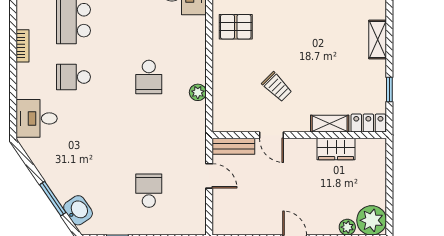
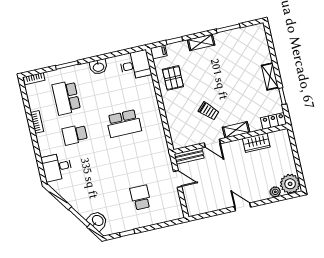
pallet: (236, 27) -> (173, 78), turned 90
shelving: (378, 39) -> (270, 77), moved
school desk: (149, 77) -> (124, 123), width x1.85
plant: (198, 92) -> (158, 126), removed
shelving: (330, 124) -> (236, 130), moved

